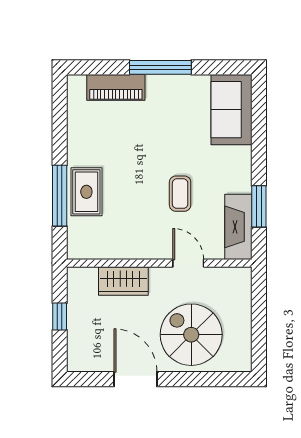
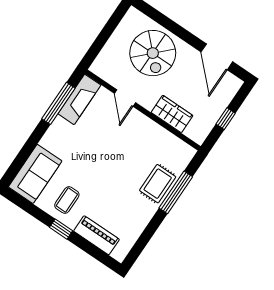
window: (160, 67) -> (61, 229), width x0.46
coffee table: (180, 194) -> (67, 200), moved
window: (259, 206) -> (58, 103), width x1.44
door: (136, 379) -> (217, 57), moved

